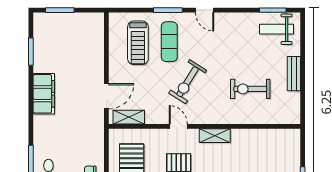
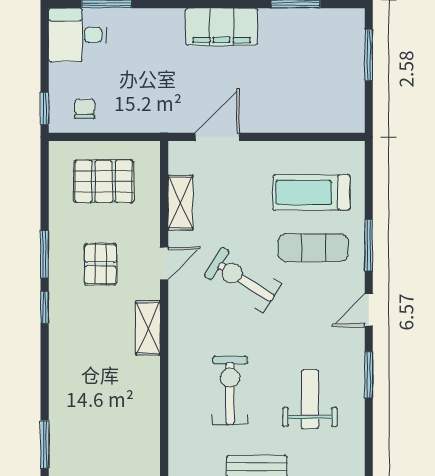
window: (273, 10) -> (369, 375), moved
weight bench: (276, 29) -> (310, 399), moved
door: (106, 96) -> (217, 137), swing flipped
shelving: (129, 117) -> (180, 203), moved

